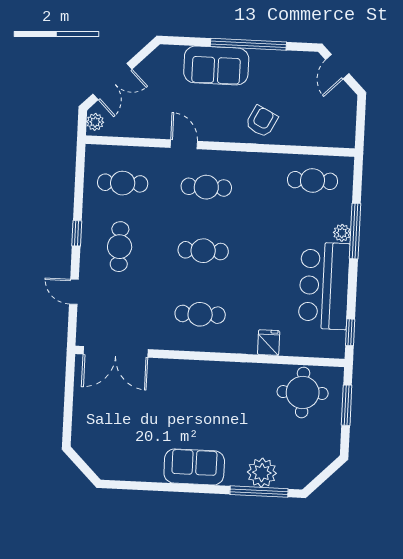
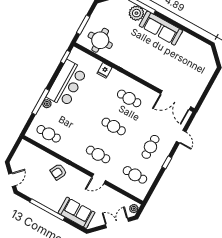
sofa: (216, 65) -> (77, 213), moved
door: (184, 144) -> (99, 179), hinge flipped
double door: (116, 352) -> (176, 100), swing flipped
sofa: (194, 467) -> (161, 28), width x1.36

